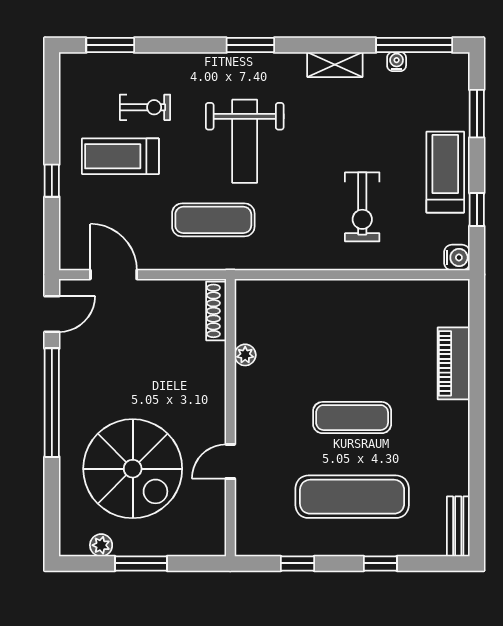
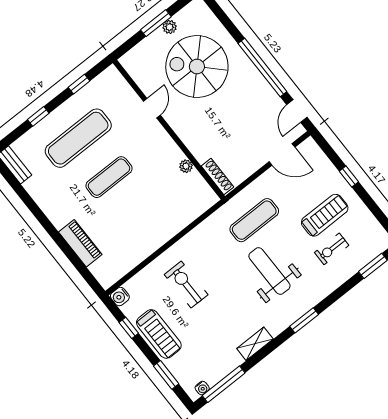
water cooler: (397, 62) -> (202, 388), moved
plant: (101, 545) -> (170, 27), moved

